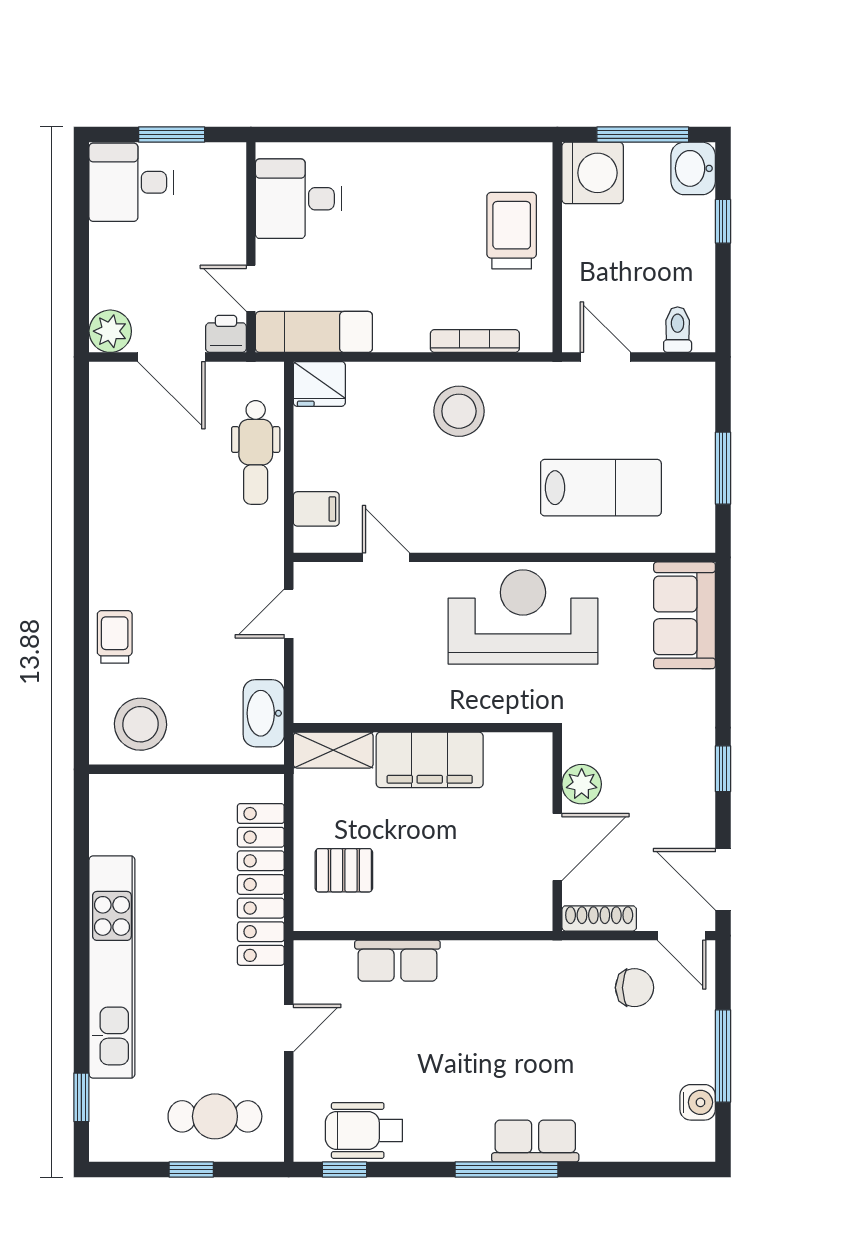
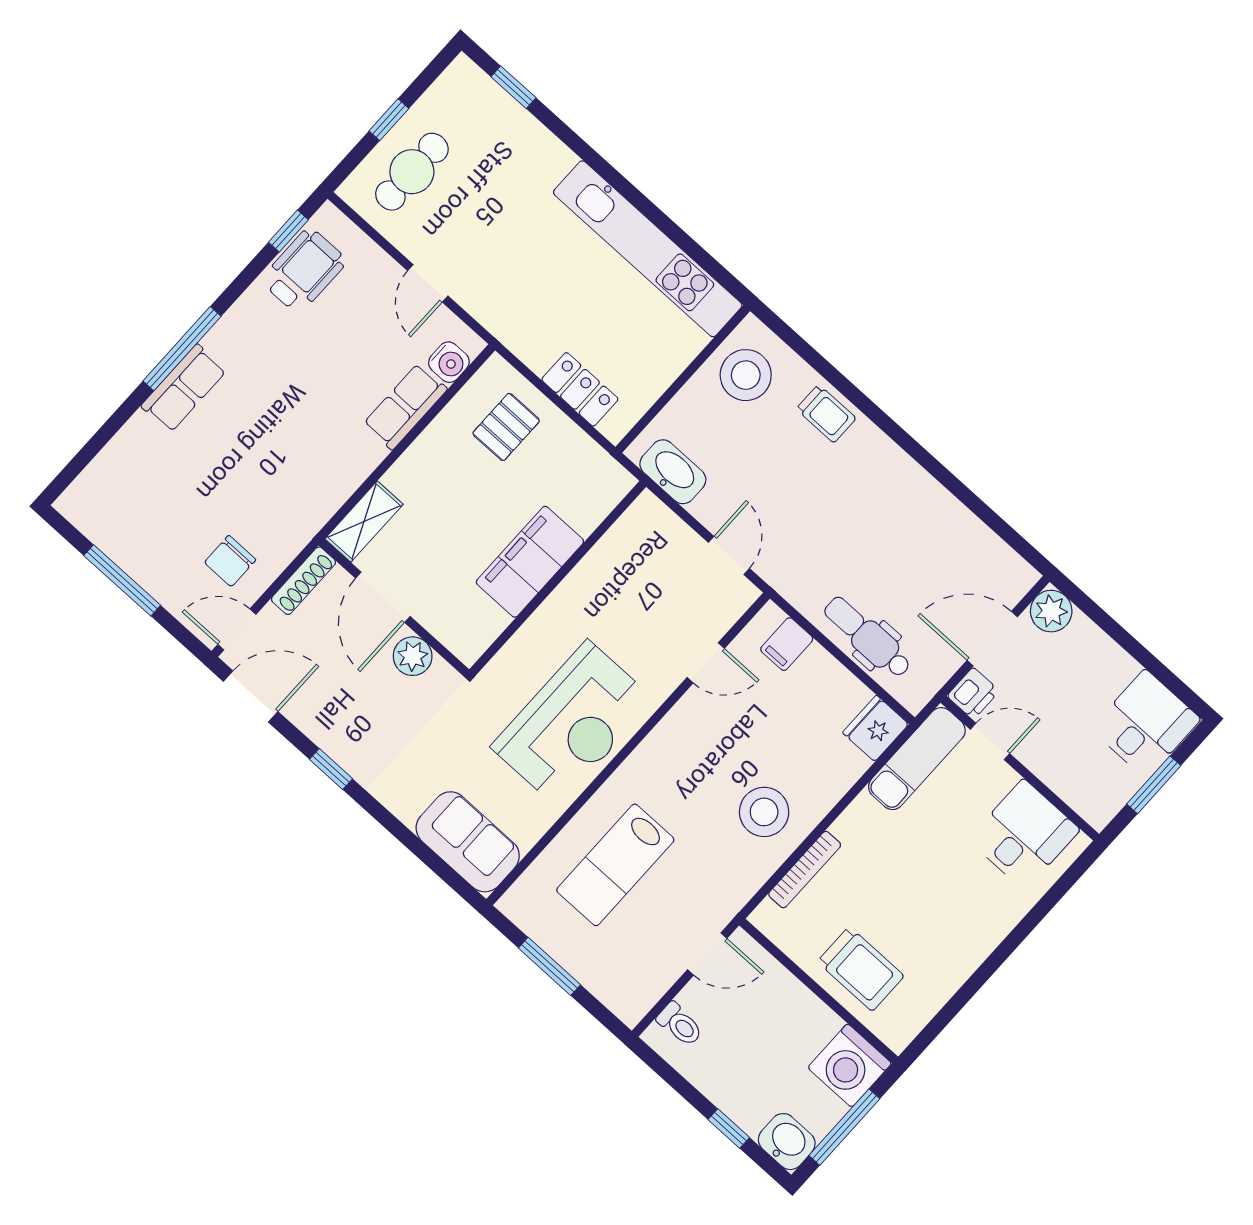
shelving: (333, 750) -> (364, 521), moved
locker: (261, 884) -> (580, 389), width x0.46, depth x0.83
kitchen unit: (112, 967) -> (648, 249), moved
water cooler: (698, 1102) -> (449, 362), moved, turned -90

